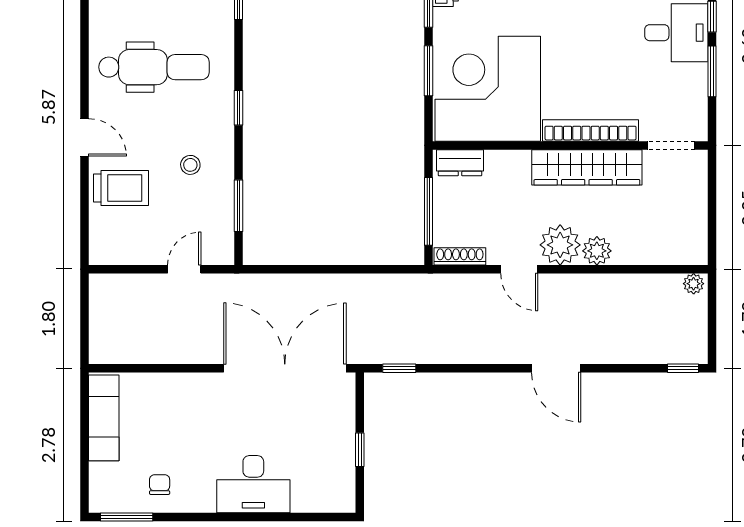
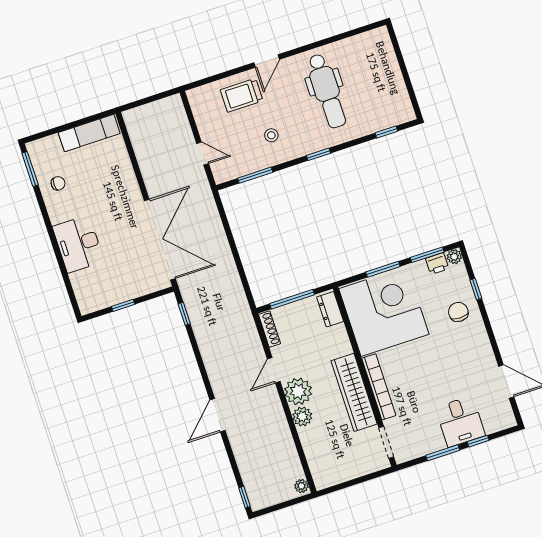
trolley: (121, 188) -> (242, 95), turned 90

